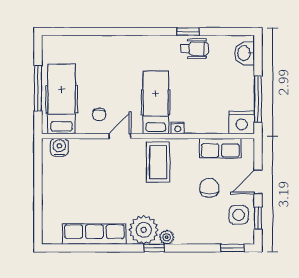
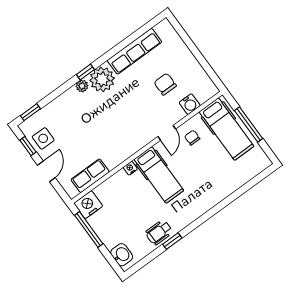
water cooler: (59, 147) -> (190, 104), moved
coffee table: (158, 162) -> (127, 134), removed
chair: (209, 188) -> (165, 84), moved, turned 180

